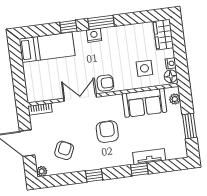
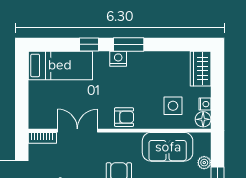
double door: (80, 98) -> (77, 131), moved
plant: (175, 99) -> (204, 163), moved

